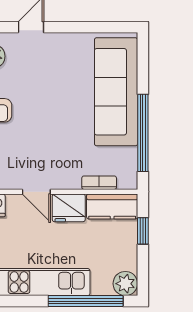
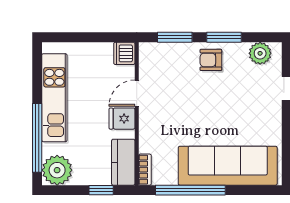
bookcase: (99, 183) -> (145, 170), moved
fridge: (69, 208) -> (122, 119), width x0.72
plant: (125, 284) -> (57, 170), width x1.36, depth x1.36

